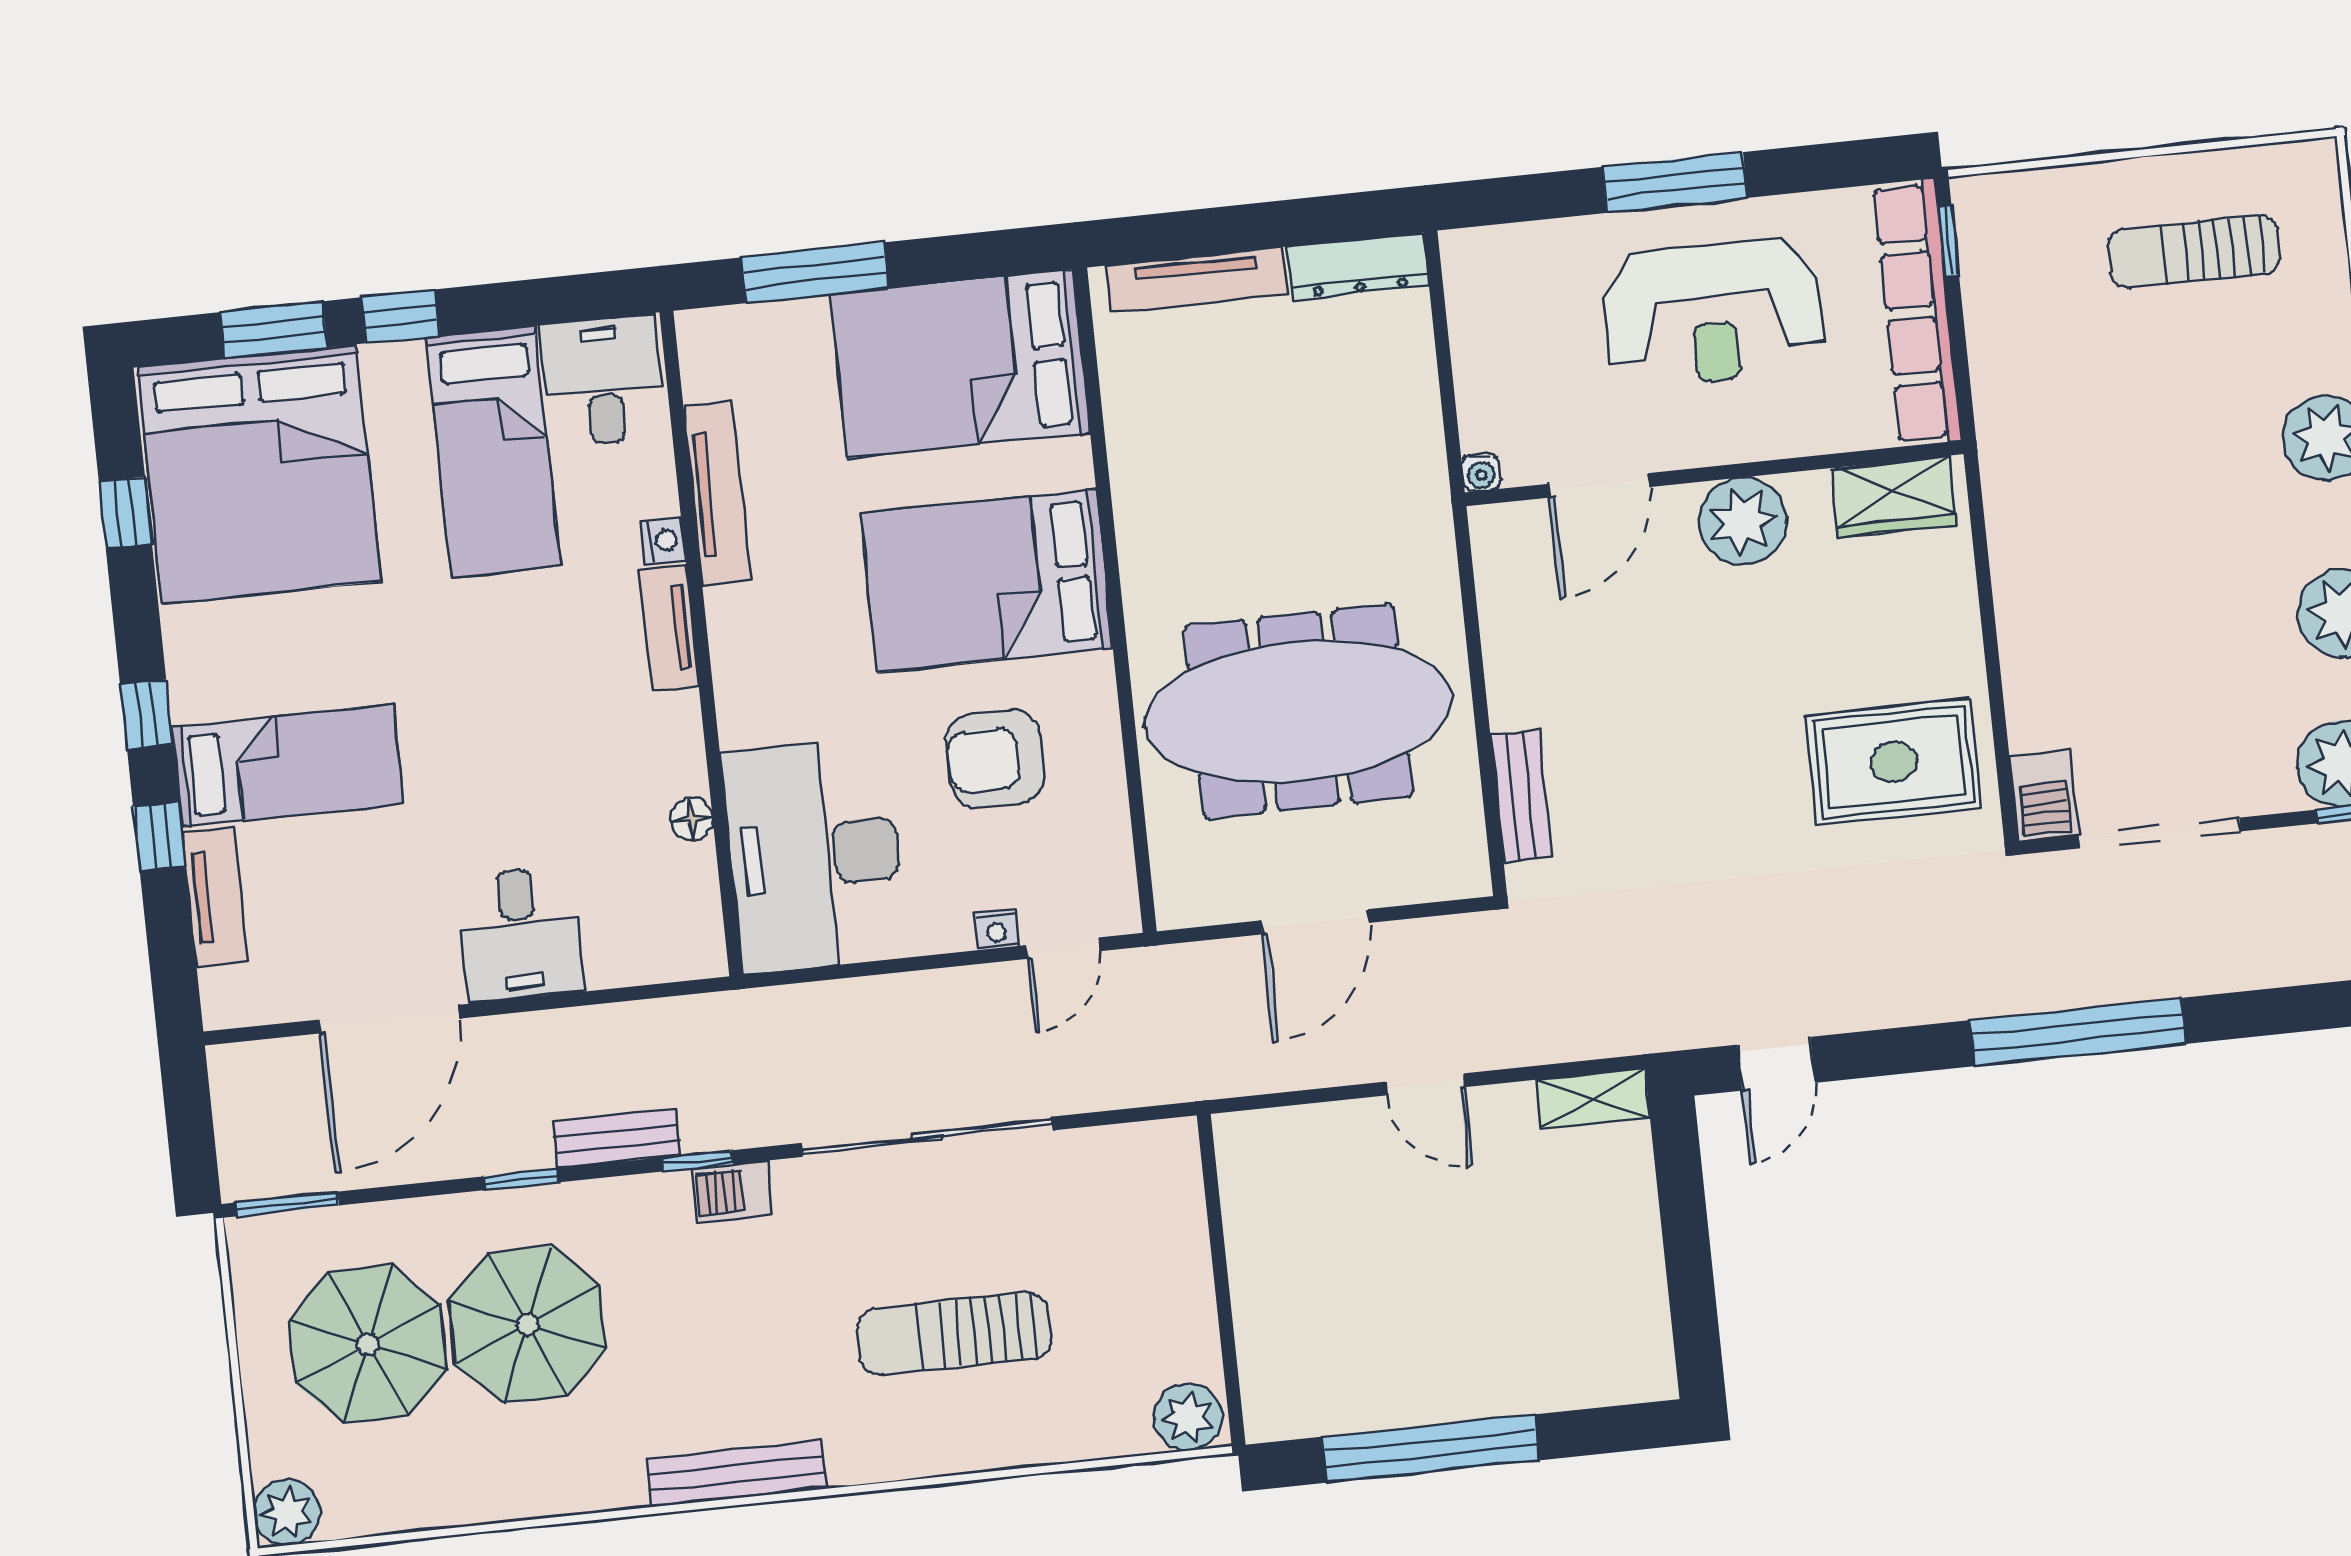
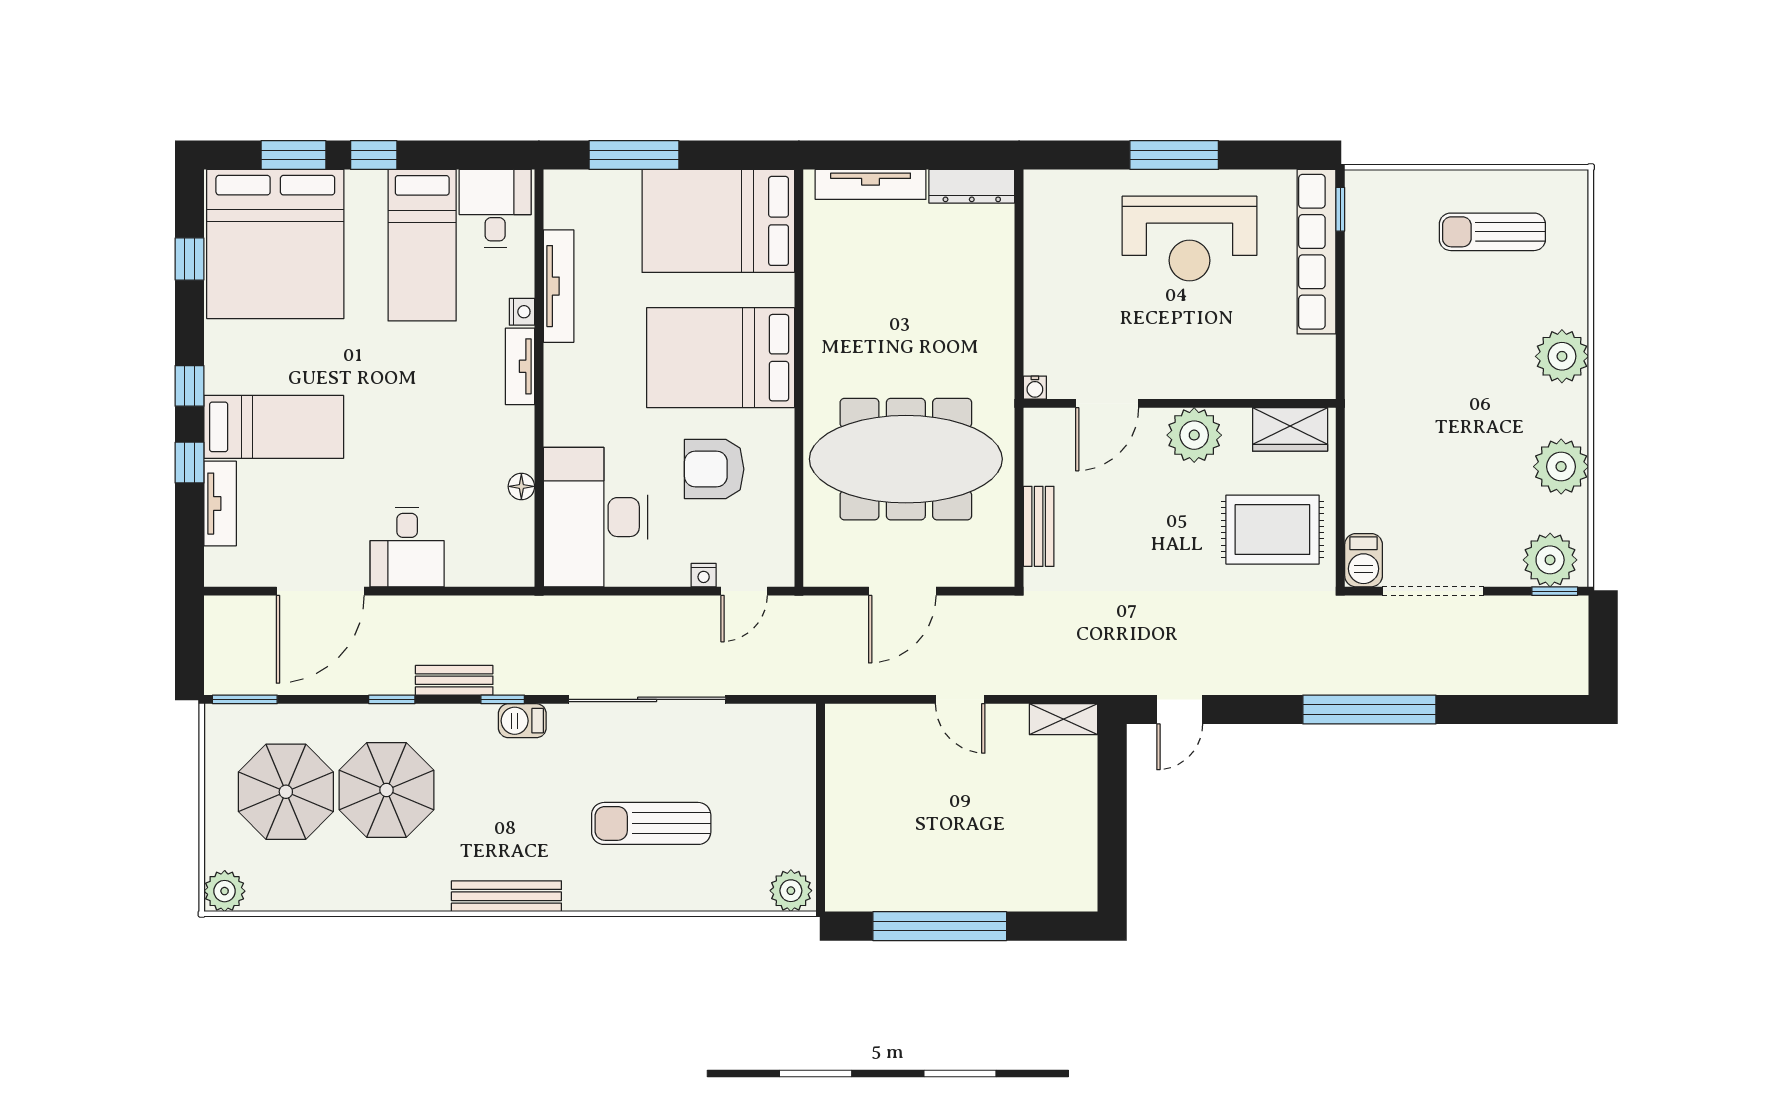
water cooler: (1481, 472) -> (1035, 388), moved
wall: (1714, 473) -> (1180, 403), moved
door: (1599, 485) -> (1107, 403), moved
wardrobe: (1894, 496) -> (1290, 429), moved
plant: (1743, 521) -> (1194, 435), moved

